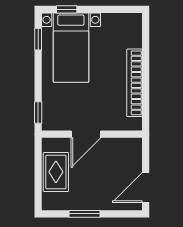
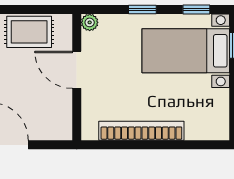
window: (38, 113) -> (142, 9), moved
plant: (48, 124) -> (90, 22), added

